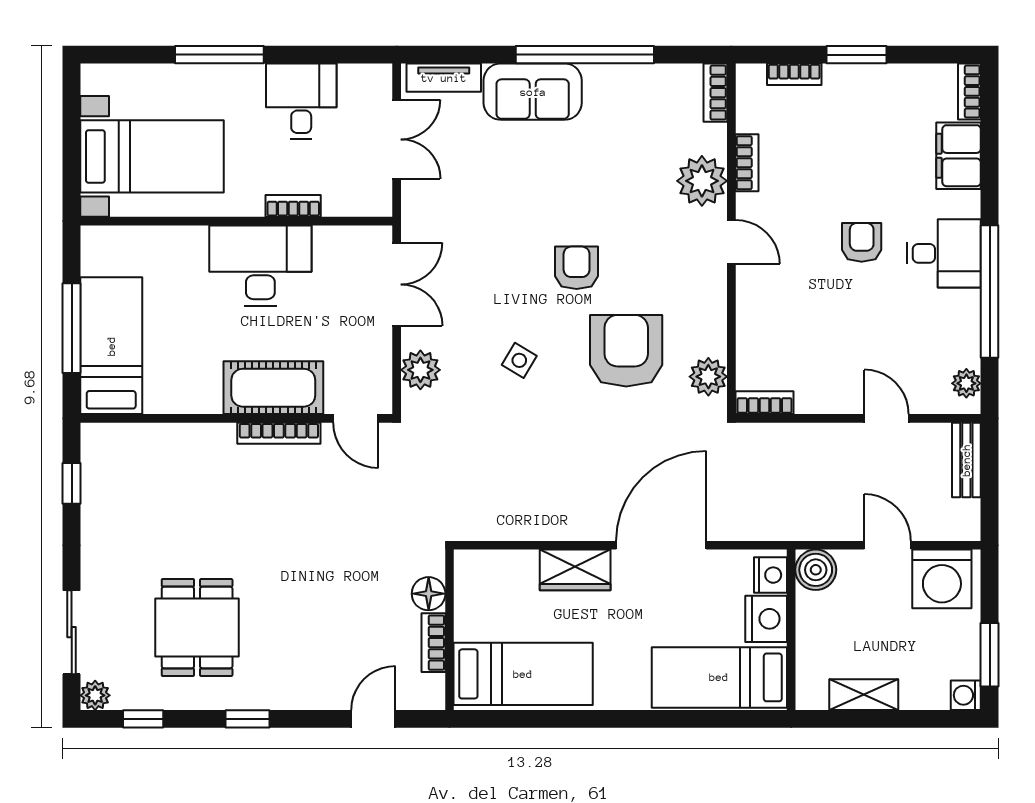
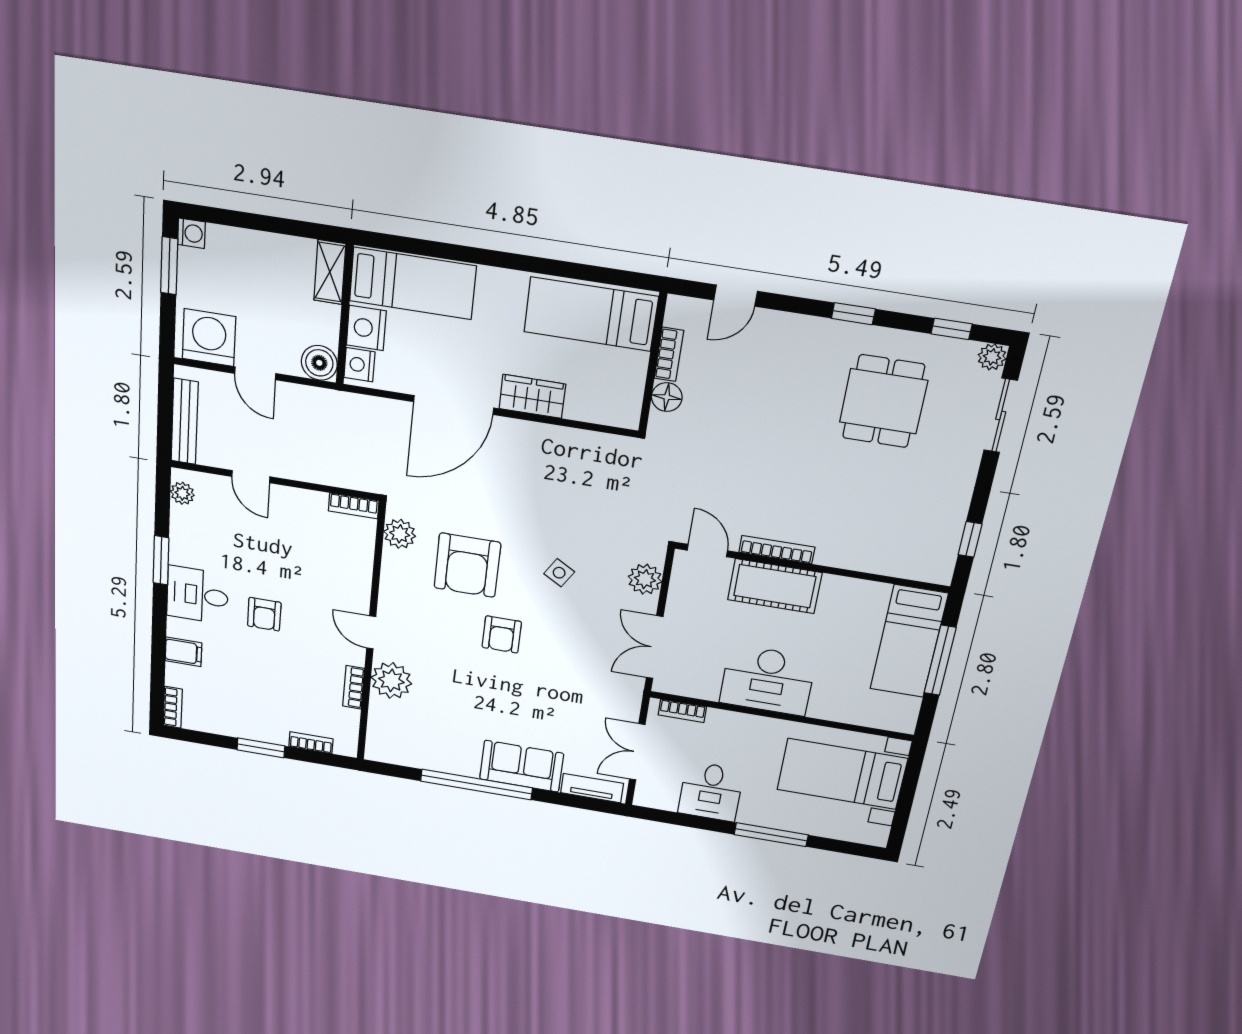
bookcase: (715, 93) -> (375, 741), removed
filing cabinet: (958, 156) -> (183, 652), width x0.50
bookcase: (293, 206) -> (682, 711), moved
window: (990, 292) -> (161, 560), width x0.47
bench: (966, 460) -> (185, 422), width x1.36
shelving: (864, 695) -> (330, 272), moved, turned 90

